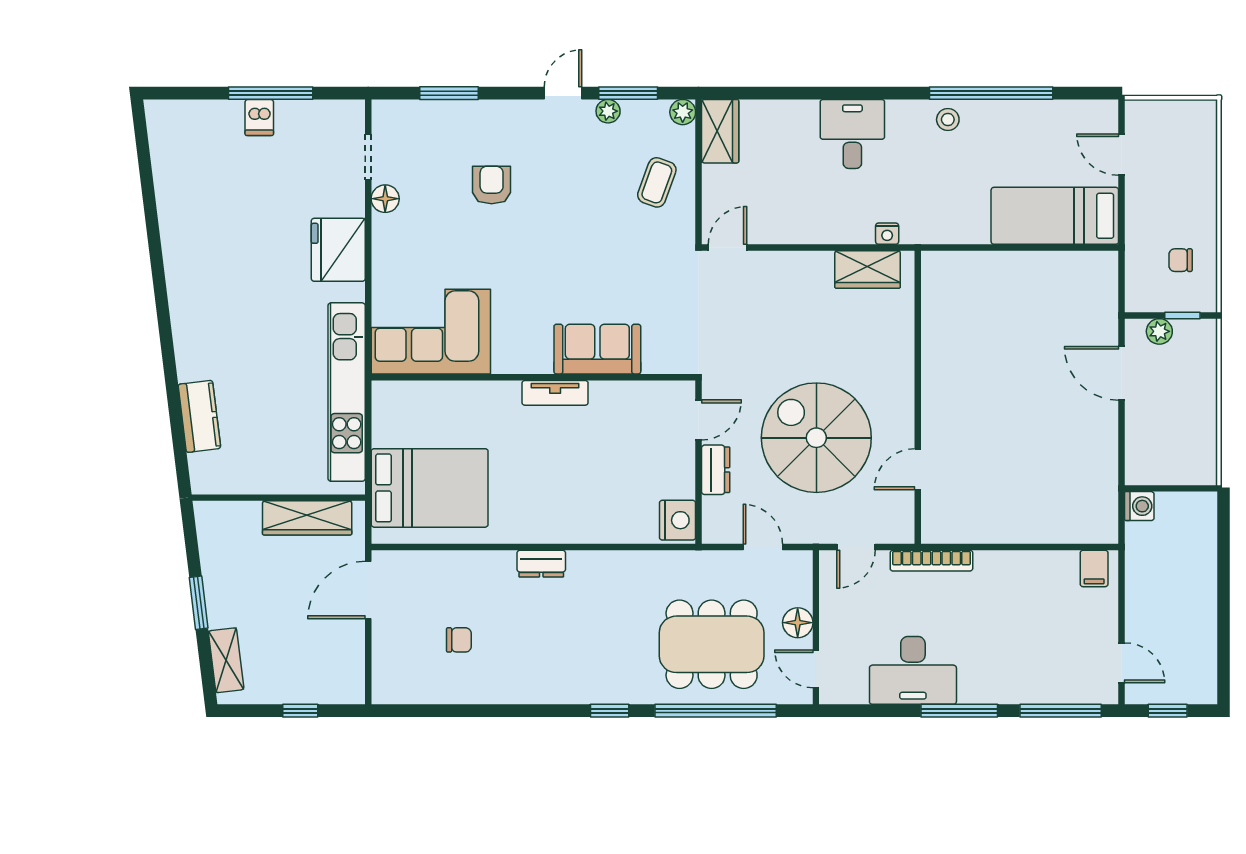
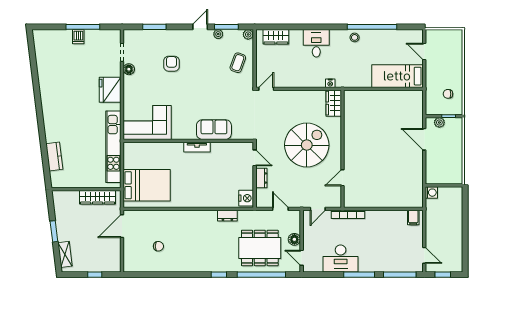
wardrobe: (720, 131) -> (276, 37), moved, turned 90
wardrobe: (868, 270) -> (334, 103), moved, turned 90
door: (699, 420) -> (255, 158), hinge flipped
spiral stairs: (816, 438) -> (307, 145), moved, turned 90
dresser: (541, 564) -> (227, 216), moved

